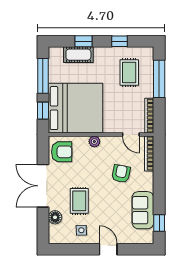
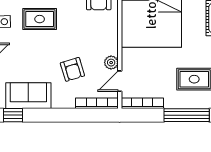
plant: (94, 141) -> (111, 63), moved
armchair: (121, 174) -> (72, 69), turned 62

